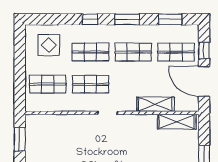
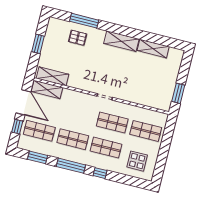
window: (127, 19) -> (71, 166), width x1.44
shelving: (155, 104) -> (47, 89), moved

